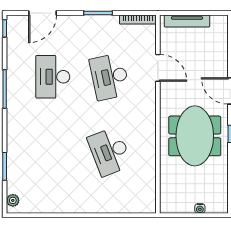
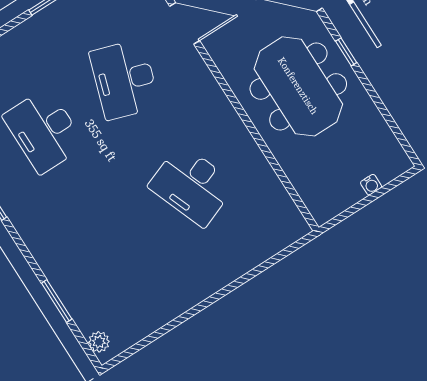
desk: (110, 77) -> (125, 79), turned 30

